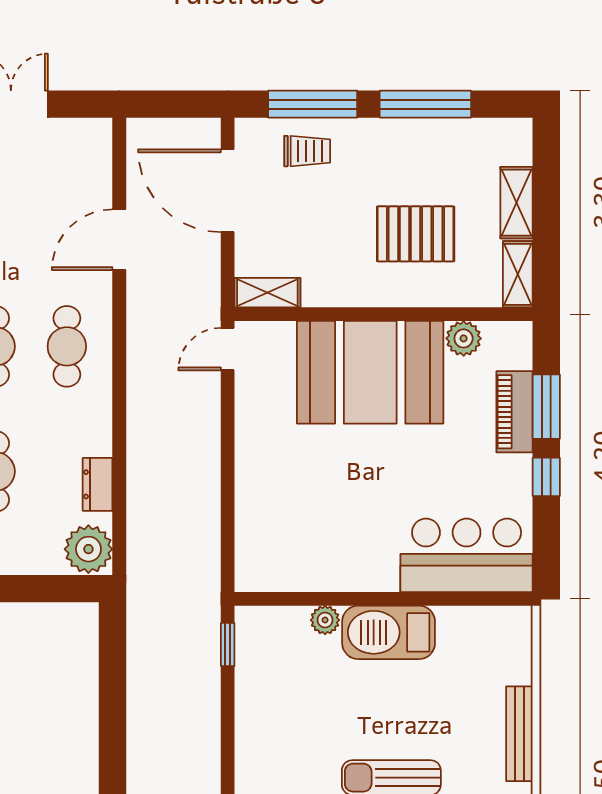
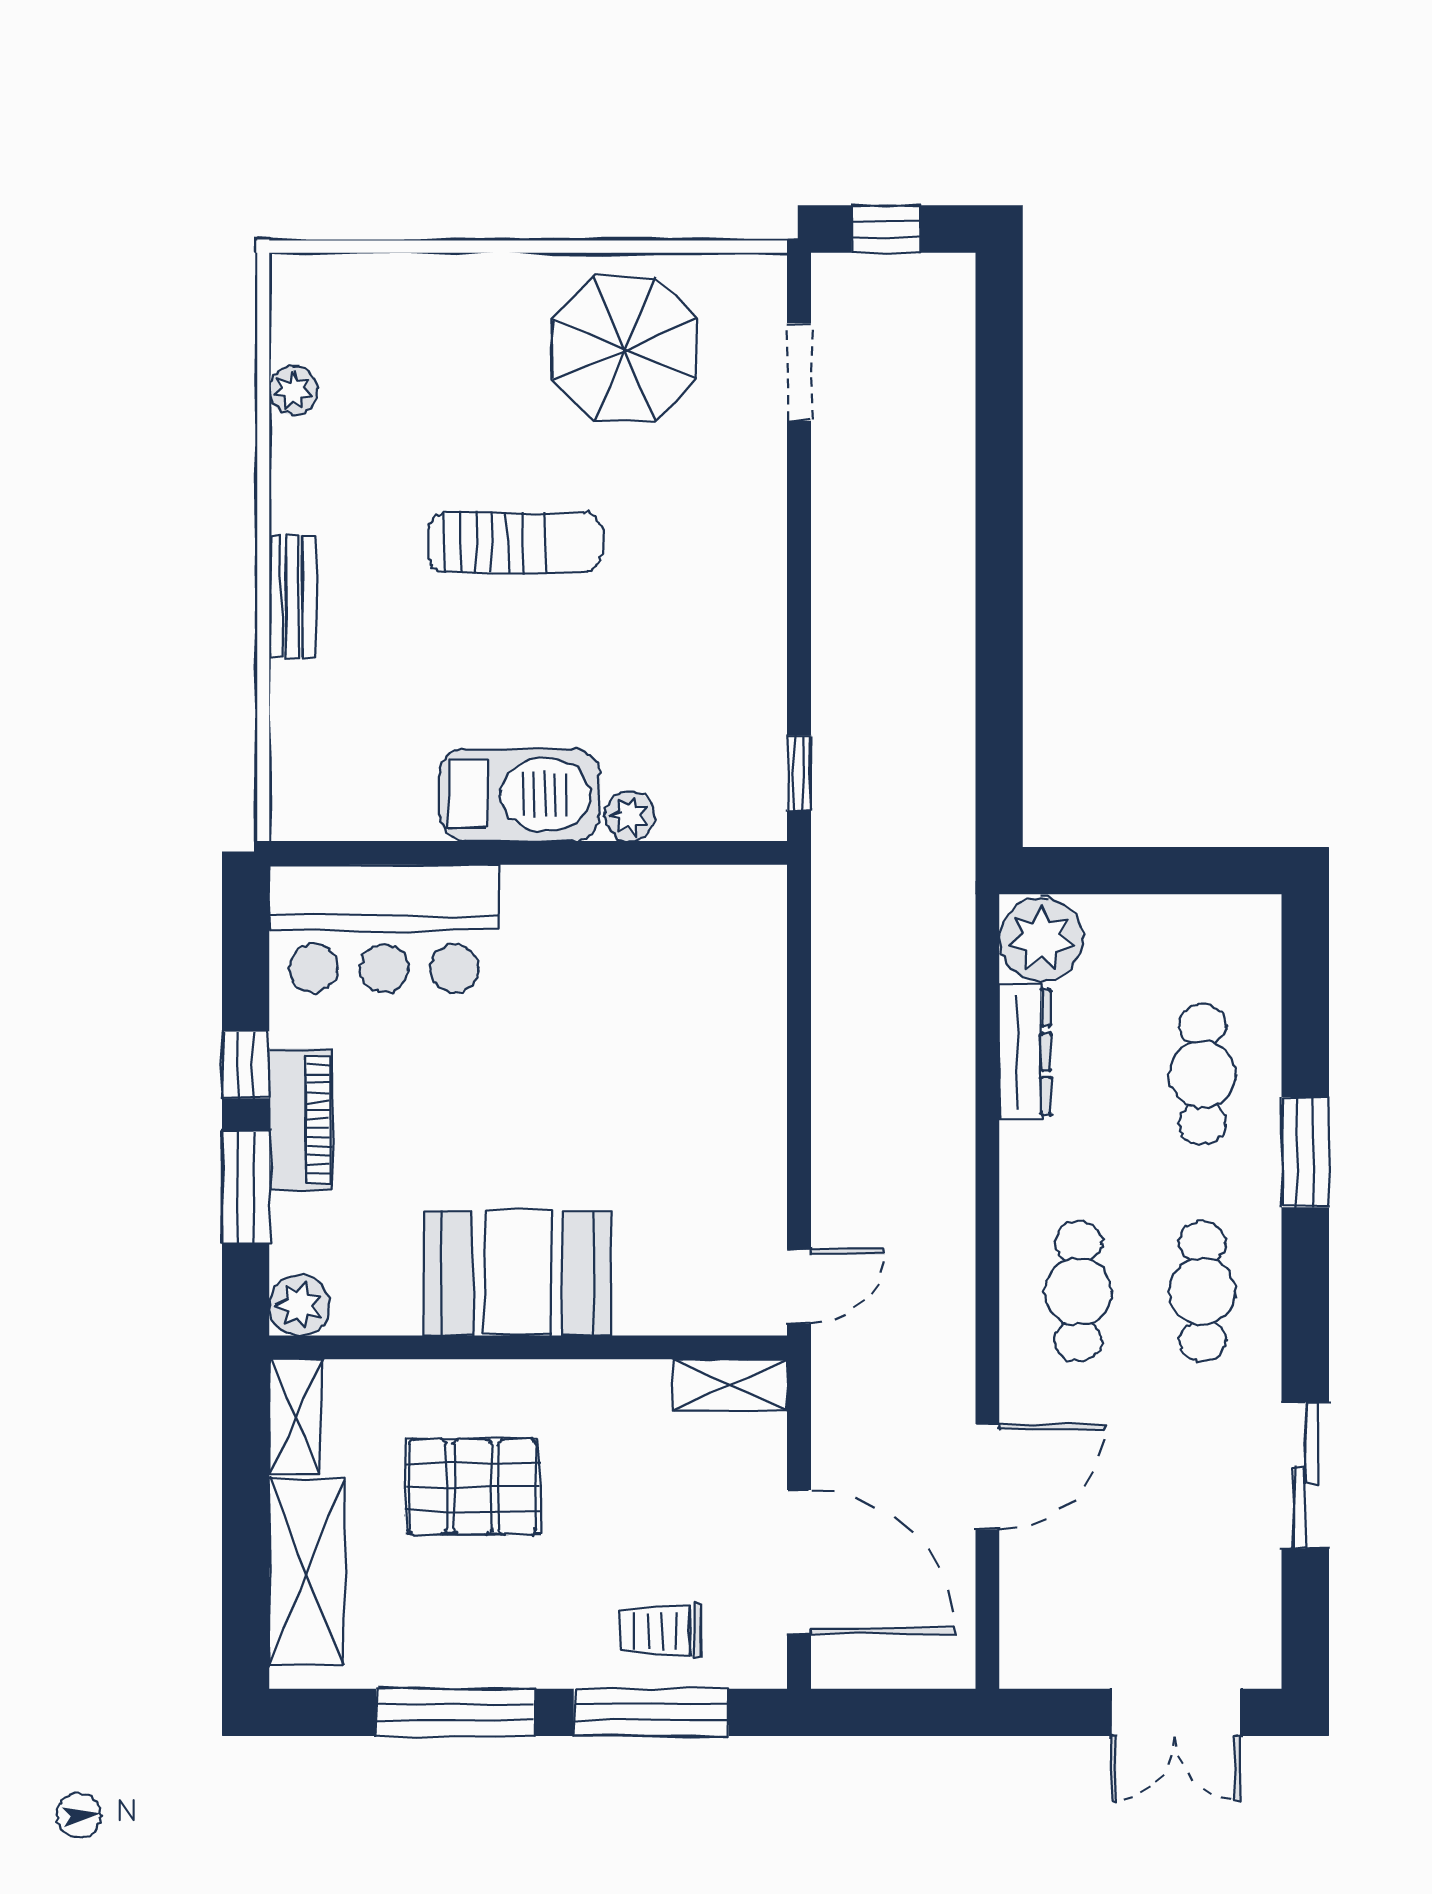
shelving: (517, 203) -> (307, 1572), width x1.50, depth x1.33
plant: (464, 338) -> (300, 1305), moved
booth: (370, 372) -> (518, 1273), width x0.73, depth x0.70
piano: (514, 412) -> (301, 1119), moved
dresser: (98, 484) -> (1025, 1052), width x1.44
bench: (519, 734) -> (292, 597), width x0.73

